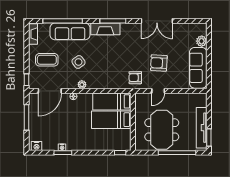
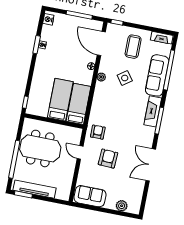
sofa: (198, 68) -> (90, 196), width x0.73

